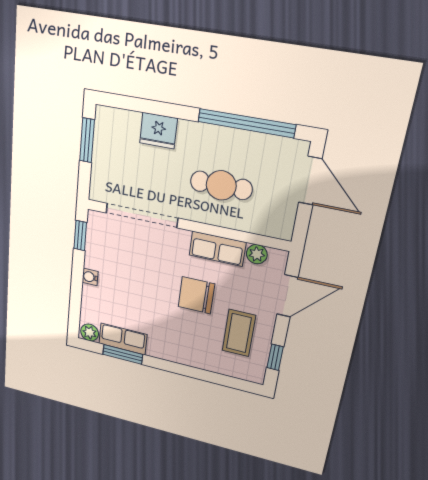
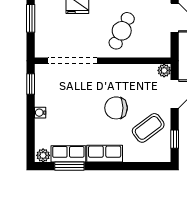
cafe table: (221, 185) -> (122, 31), turned -64
row of seats: (217, 249) -> (105, 154), moved, turned 180
plant: (257, 254) -> (164, 70), moved
coffee table: (239, 333) -> (148, 128), turned 53

